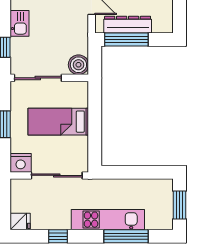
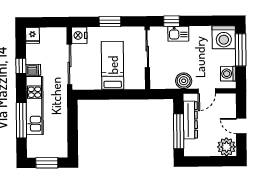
kitchen sink: (19, 23) -> (178, 34), moved
window: (126, 40) -> (179, 131), moved
boiler: (78, 65) -> (184, 81), moved
dishwasher: (63, 221) -> (33, 70), added

